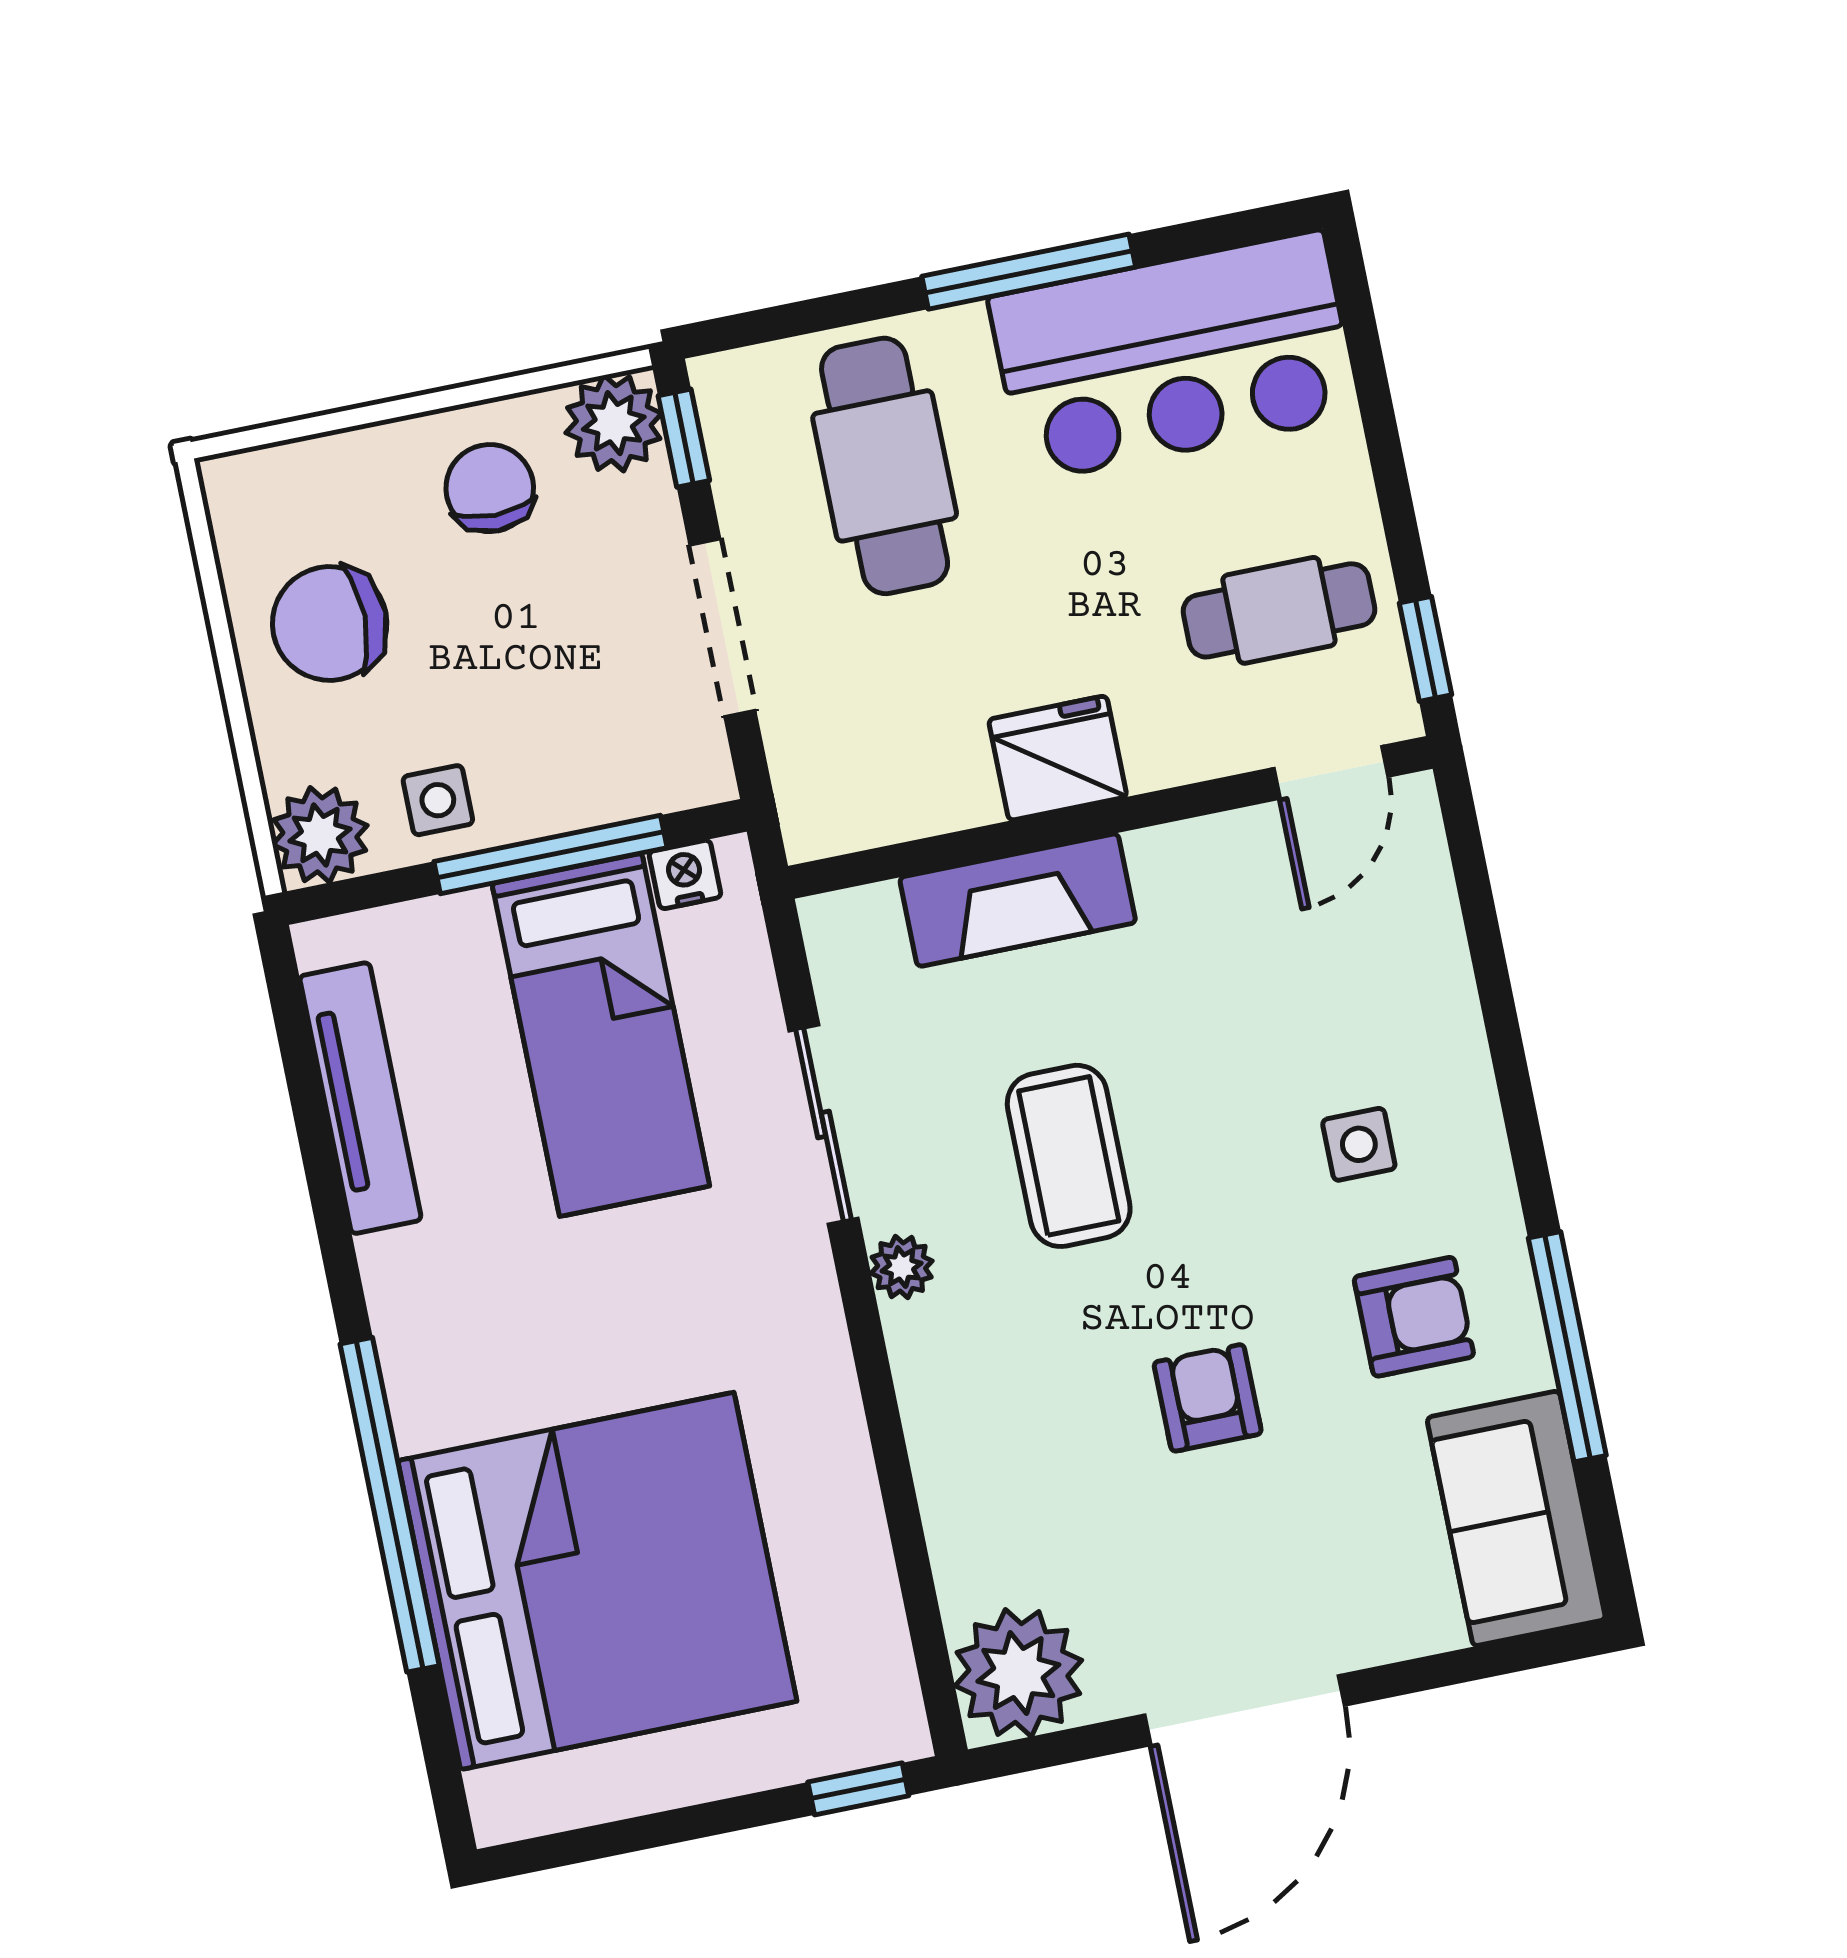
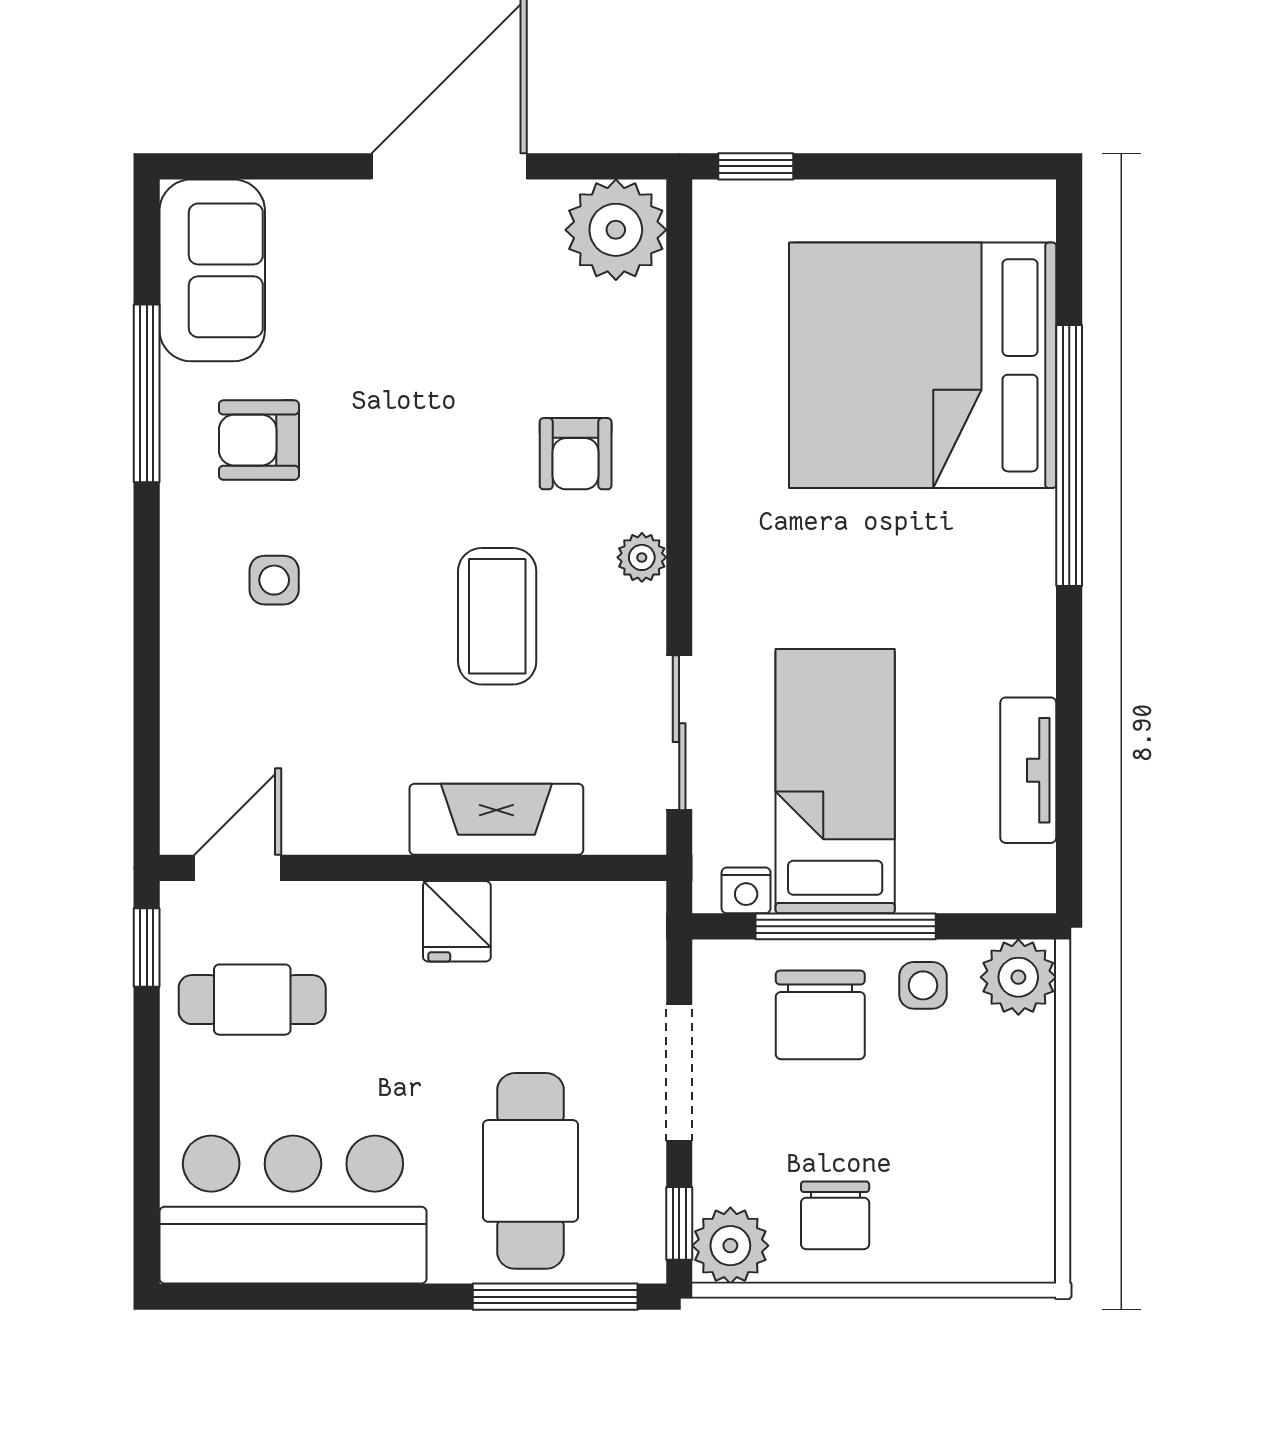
window: (1029, 272) -> (555, 1297), moved
chair: (330, 623) -> (820, 1015), moved, turned 90
fridge: (1058, 758) -> (457, 921), width x0.72
tv unit: (360, 1098) -> (1028, 770), width x0.71
sliding door: (823, 1124) -> (679, 733), moved
armchair: (1208, 1398) -> (576, 454), moved

